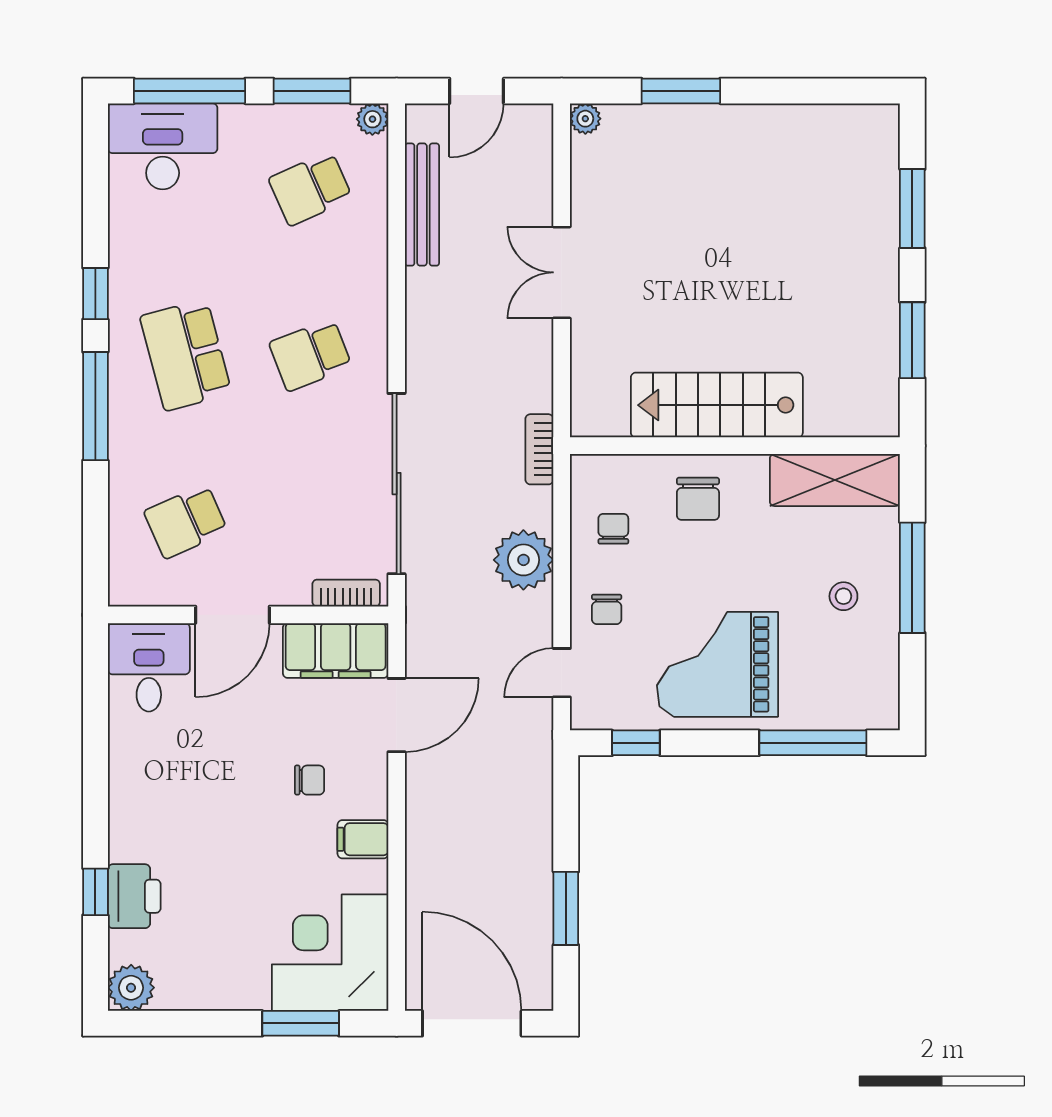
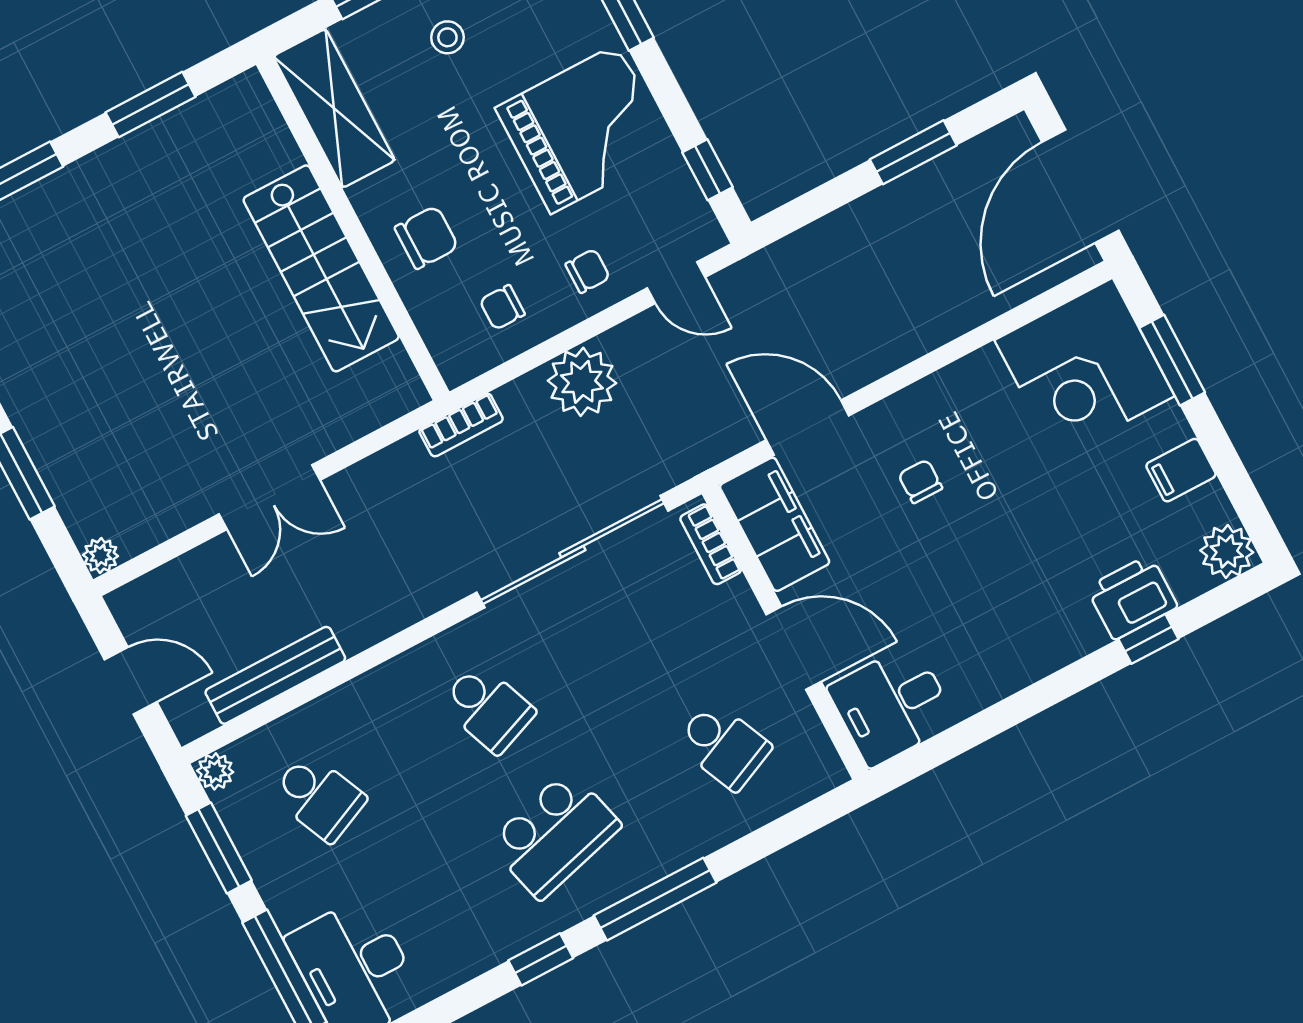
grand piano: (718, 664) -> (584, 129), turned -90
filing cabinet: (363, 839) -> (1181, 470), moved, turned 90

